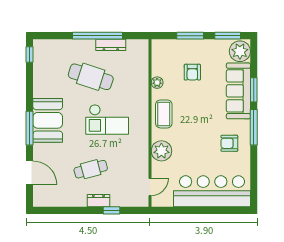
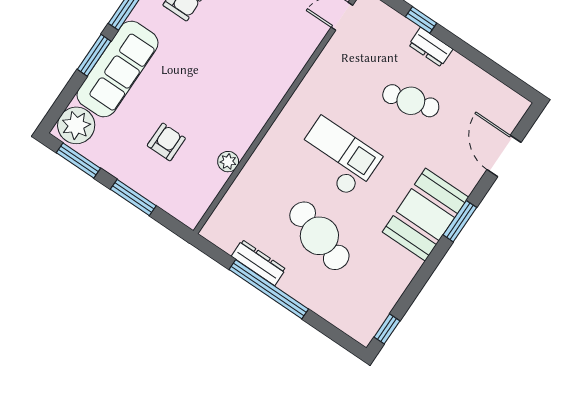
coffee table: (164, 114) -> (249, 109), removed
window: (29, 128) -> (460, 221), width x0.69
plant: (161, 151) -> (289, 57), removed

